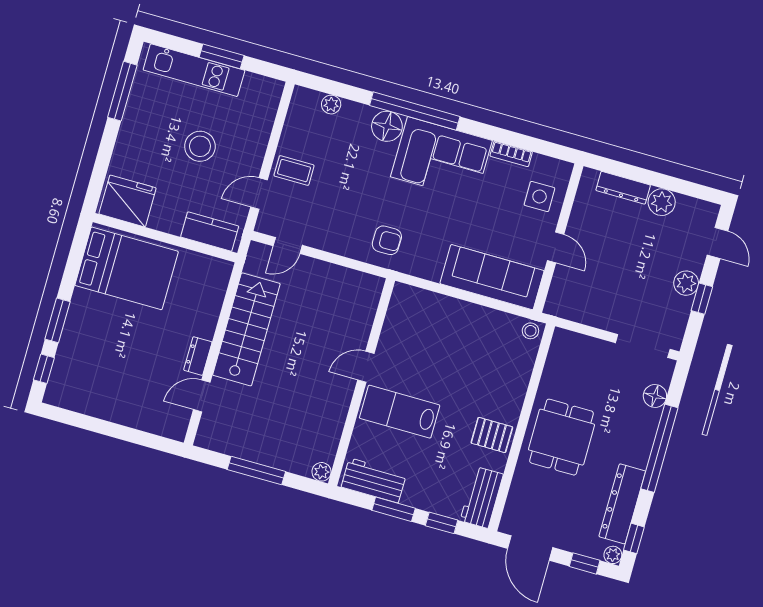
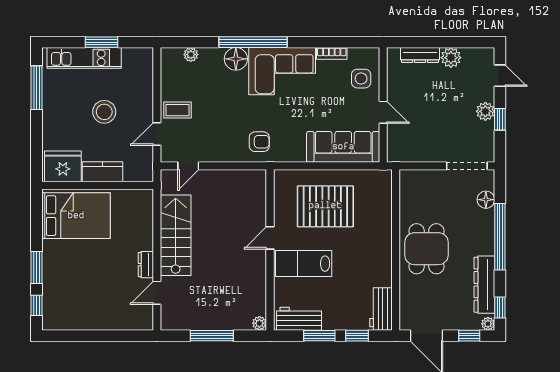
kitchen counter: (210, 232) -> (103, 172), moved
stool: (530, 331) -> (382, 178), removed
pallet: (492, 435) -> (325, 206), moved, width x2.05, depth x2.00

